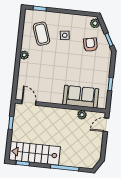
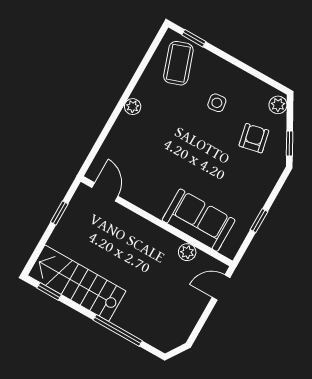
coffee table: (41, 34) -> (178, 63), moved

